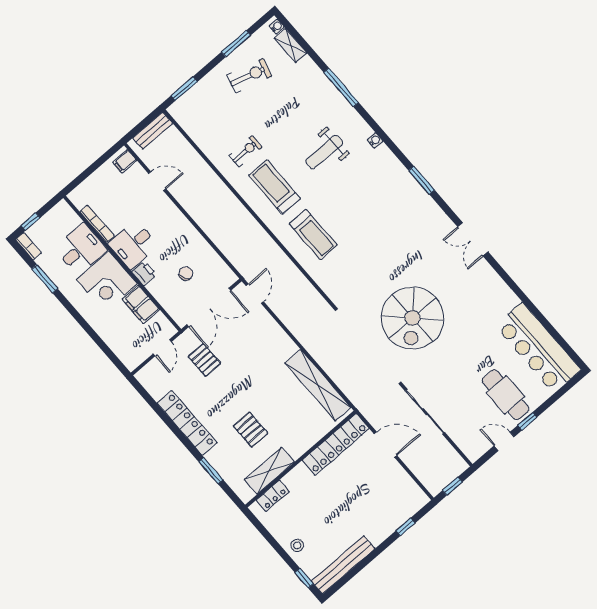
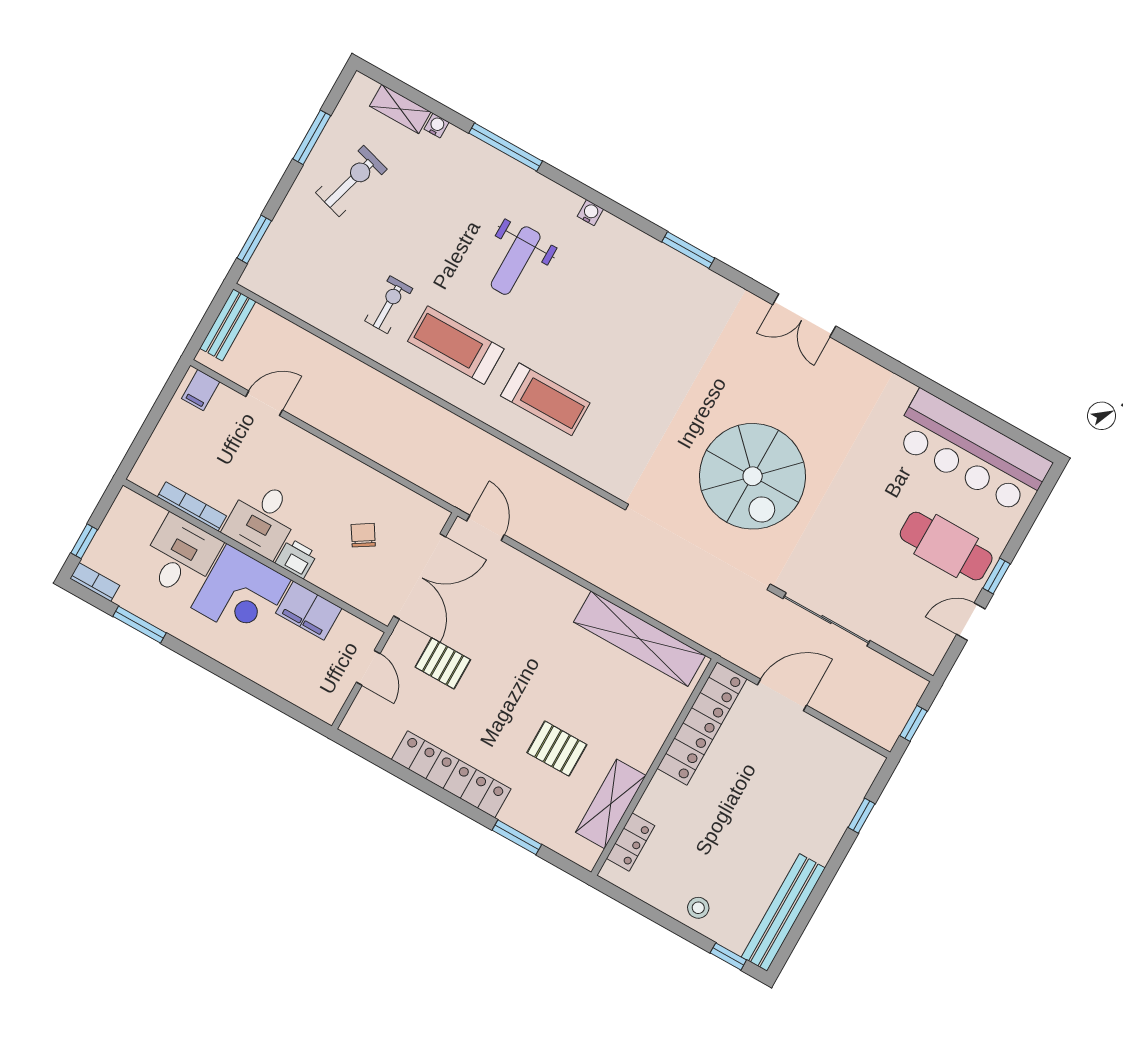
water cooler: (277, 27) -> (437, 126), moved

